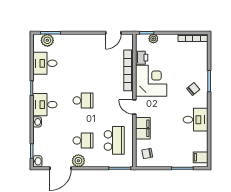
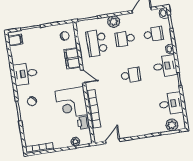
school desk: (83, 100) -> (131, 75), turned 180
school desk: (52, 140) -> (153, 34), added
plant: (78, 161) -> (114, 22), moved

